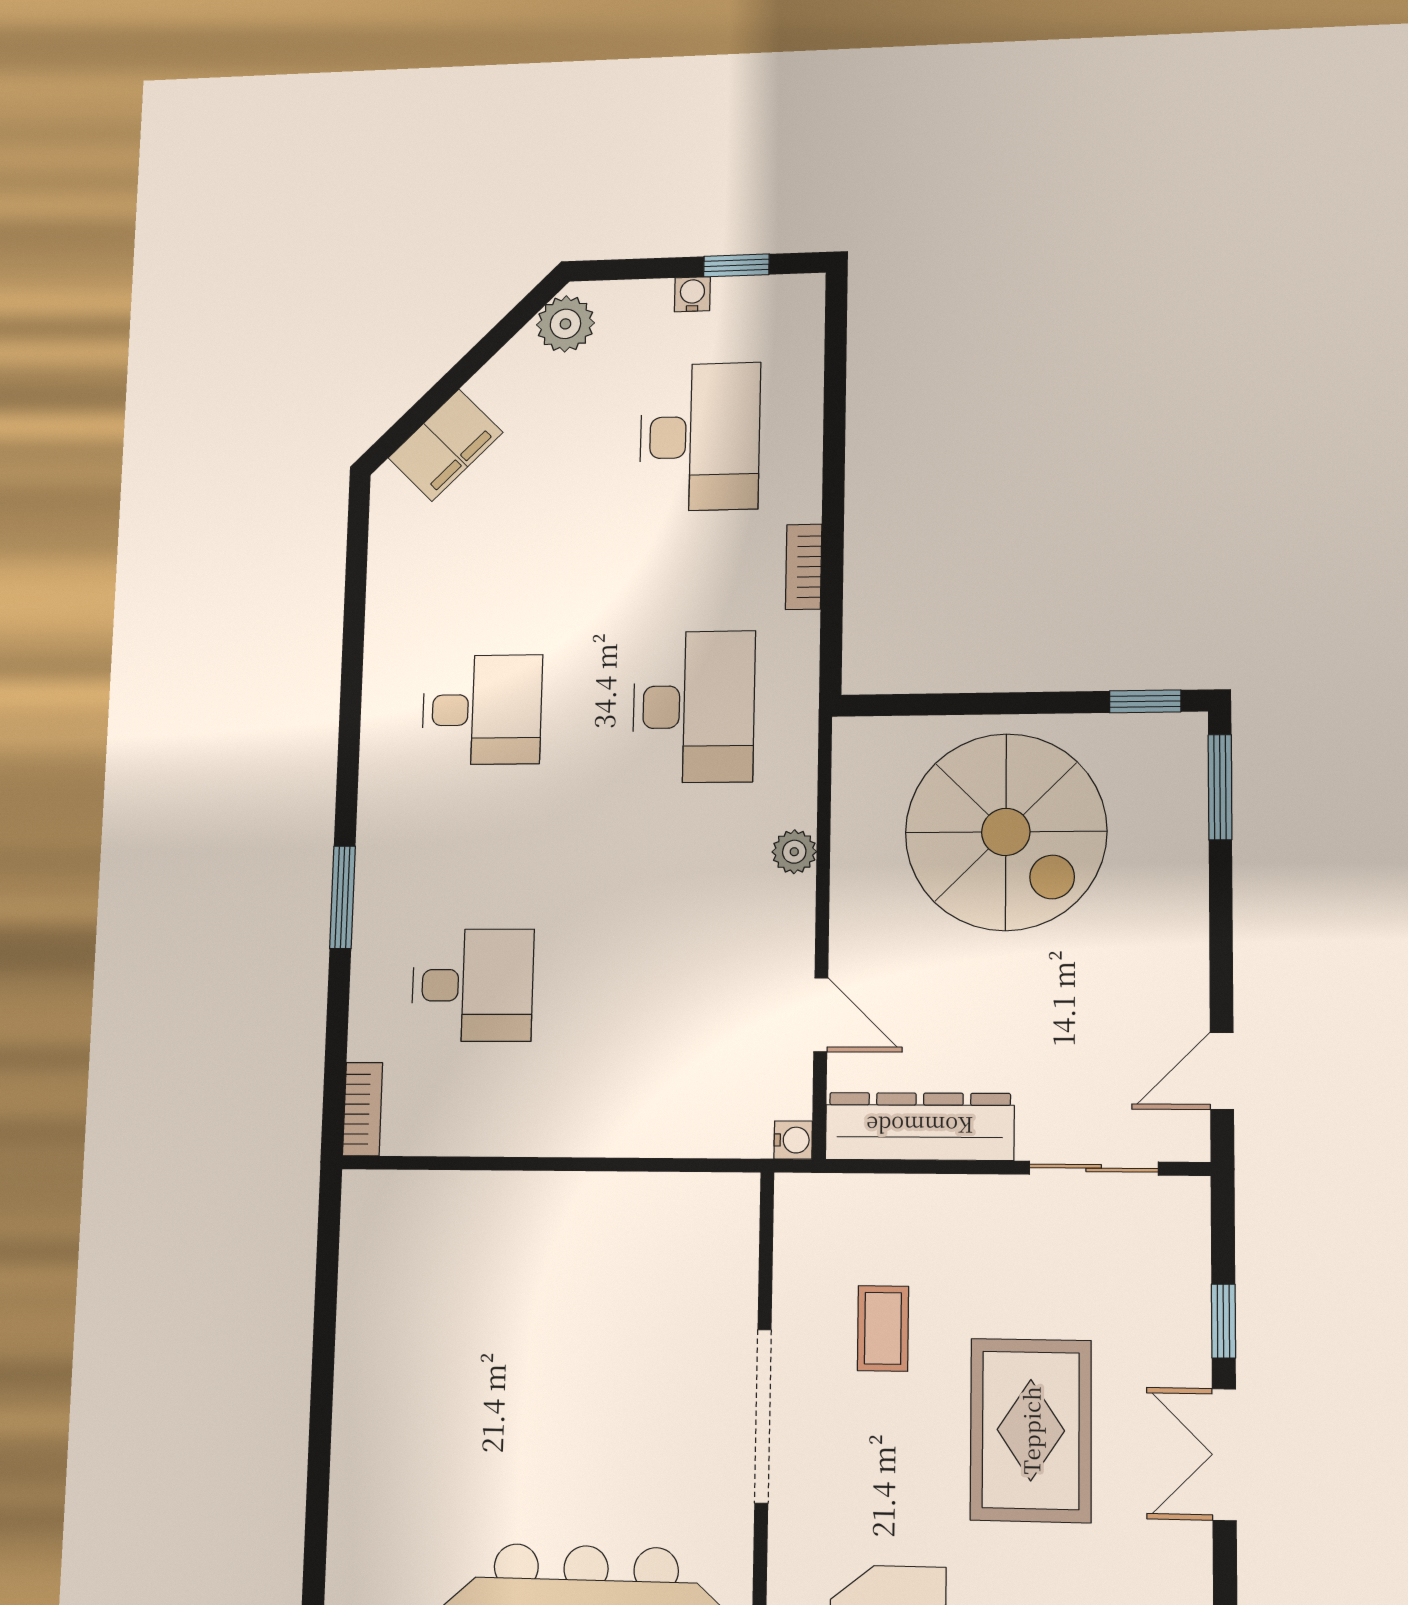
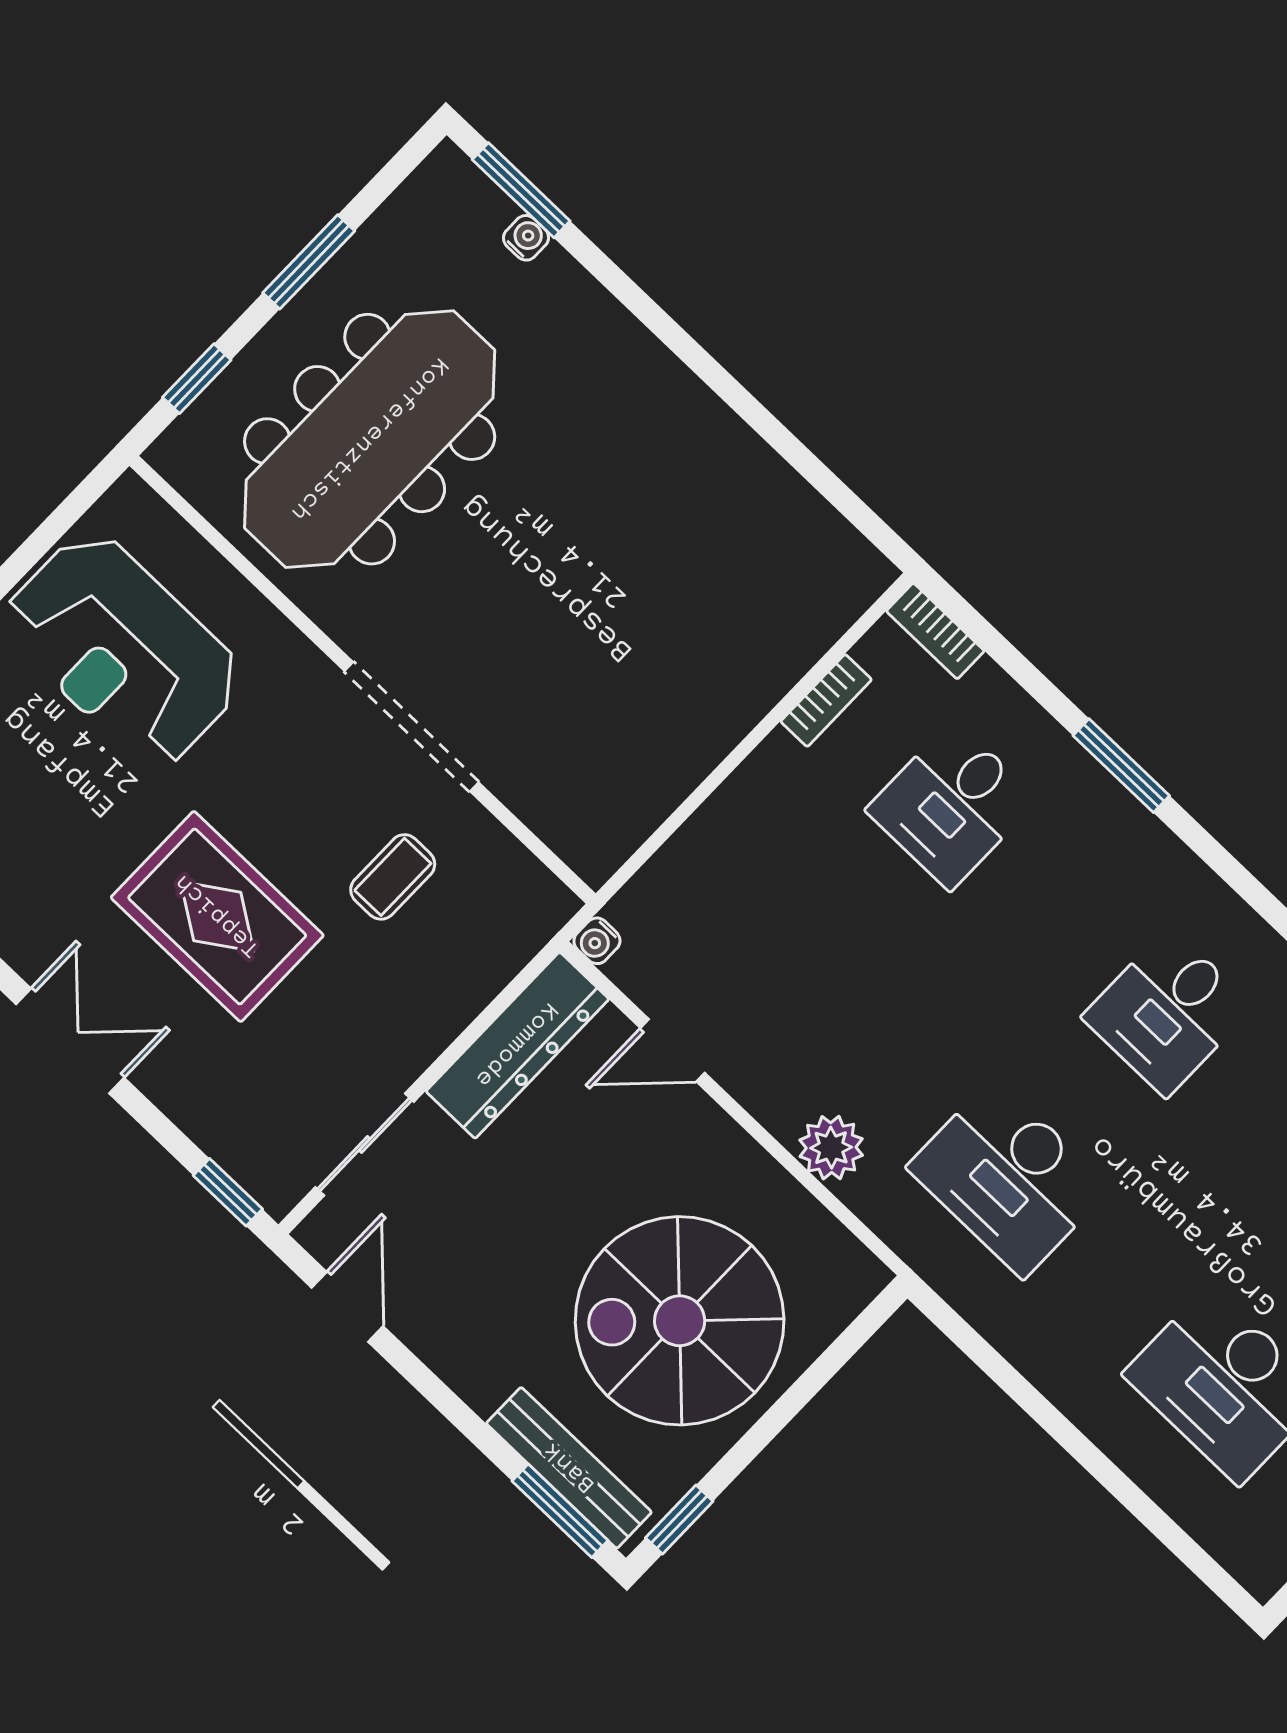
bookcase: (804, 567) -> (826, 700), moved, turned 90
bench: (1184, 810) -> (569, 1468), added
plant: (794, 852) -> (831, 1148), width x1.38, depth x1.38
window: (1223, 1321) -> (228, 1192), moved
coffee table: (883, 1328) -> (393, 877), turned 90

